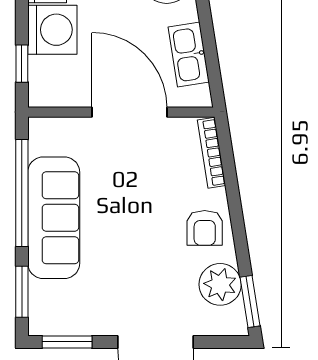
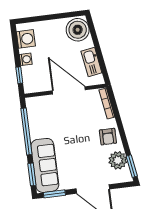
washing machine: (52, 30) -> (26, 59), width x0.53, depth x0.53
sofa: (54, 218) -> (45, 165), moved

